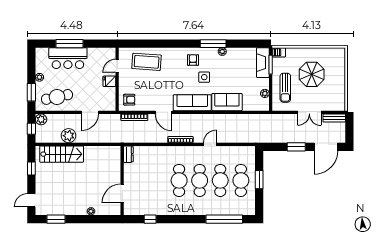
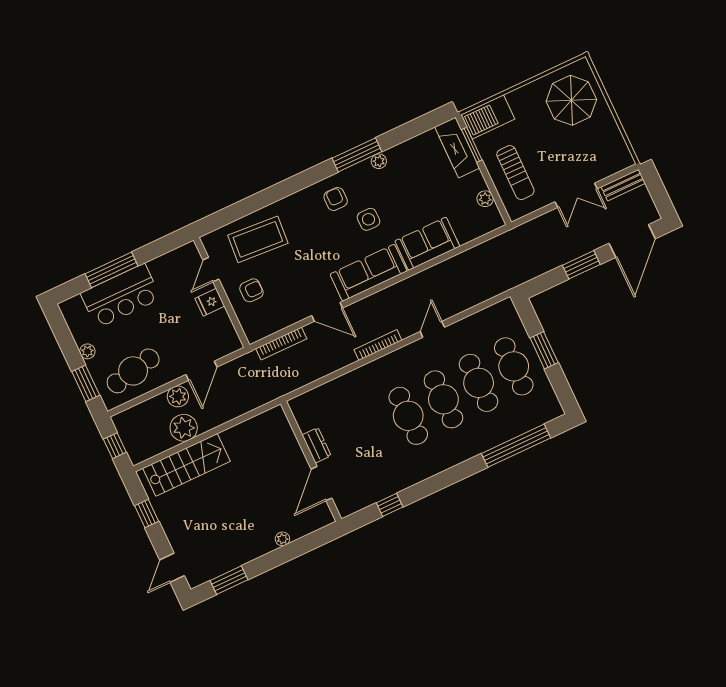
barbecue: (279, 52) -> (488, 117), width x1.88, depth x1.53
parasol: (312, 74) -> (571, 100), moved
armchair: (129, 100) -> (251, 290), moved
plant: (41, 119) -> (178, 396), moved
dresser: (128, 154) -> (317, 445), moved

